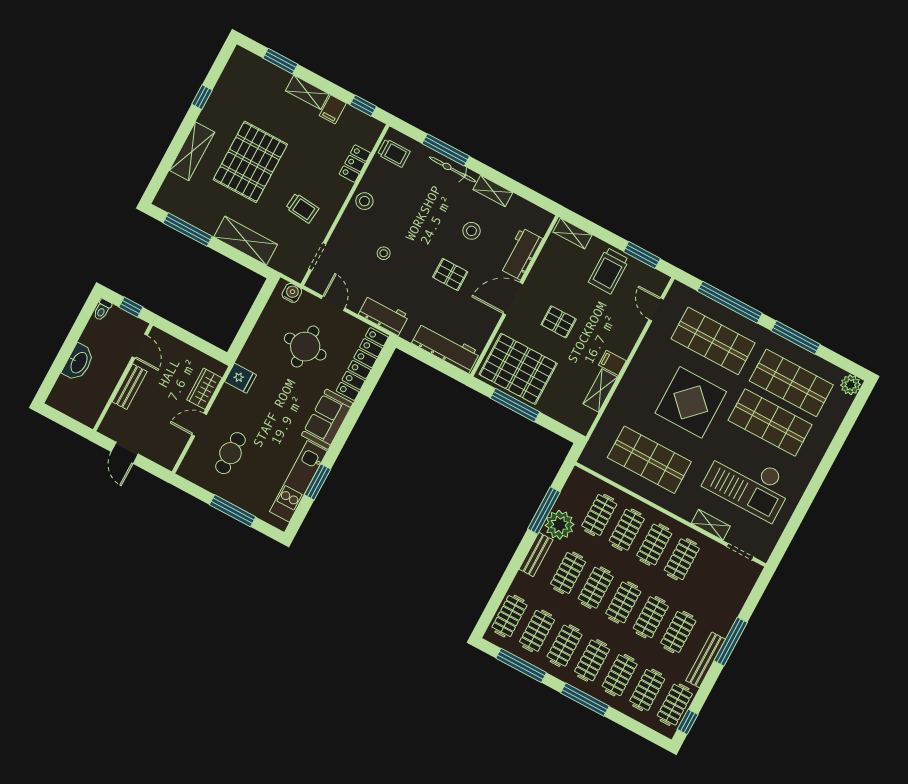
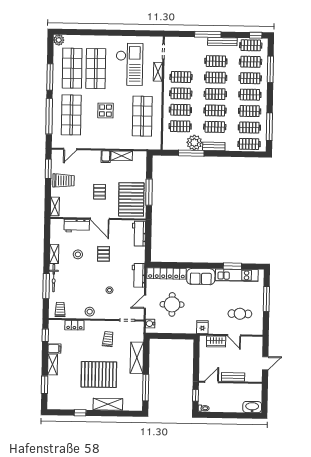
workbench: (446, 348) -> (139, 234), width x0.73
washbasin: (78, 362) -> (252, 407), moved
display table: (691, 402) -> (105, 111), width x0.54, depth x0.54
window: (585, 700) -> (270, 69), moved

